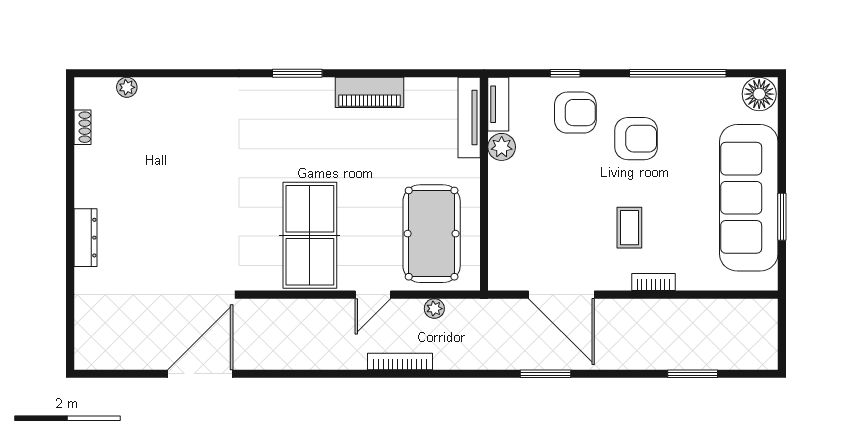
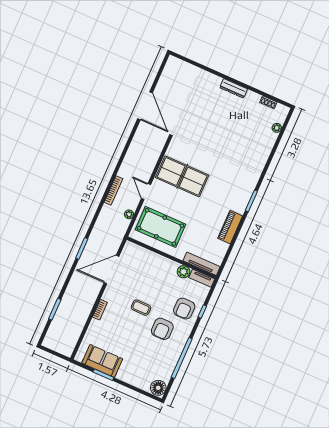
sofa: (749, 198) -> (102, 361), width x0.54, depth x0.79
coffee table: (629, 228) -> (141, 308), moved
dresser: (85, 238) -> (234, 88), moved

